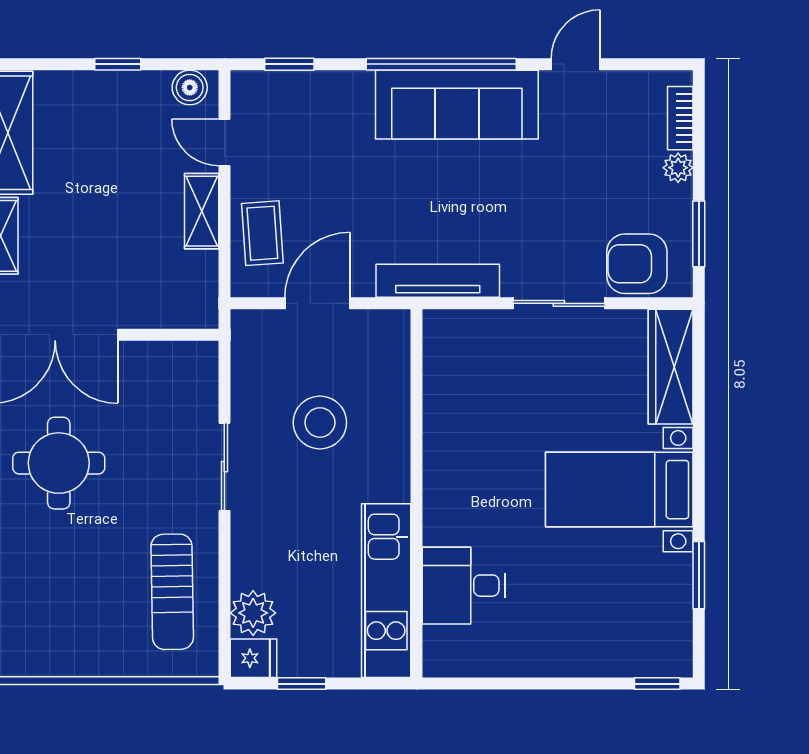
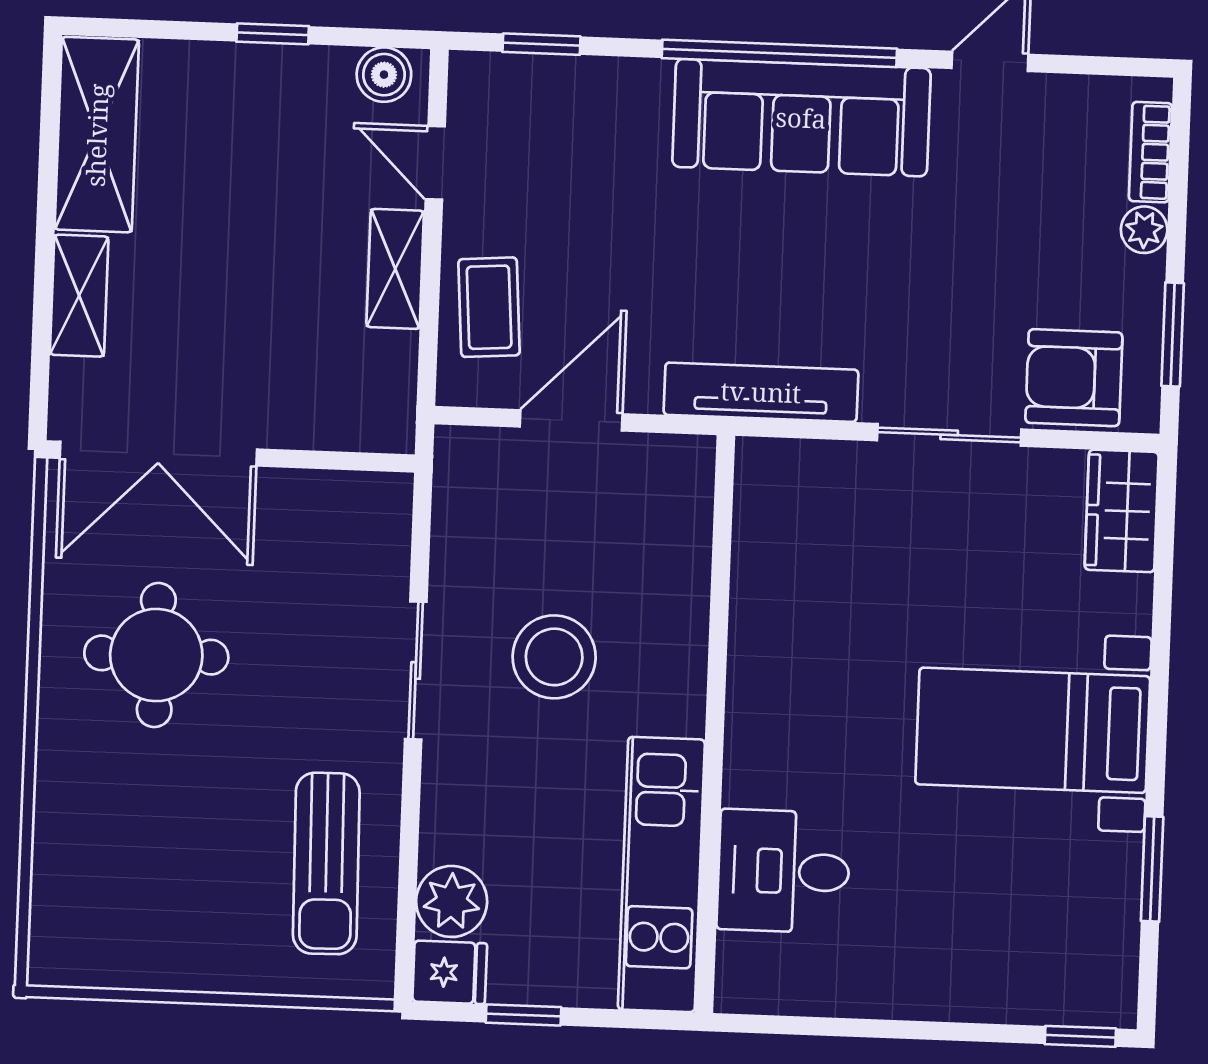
wardrobe: (671, 367) -> (1122, 511), width x0.67
stool: (320, 423) -> (554, 657), moved

